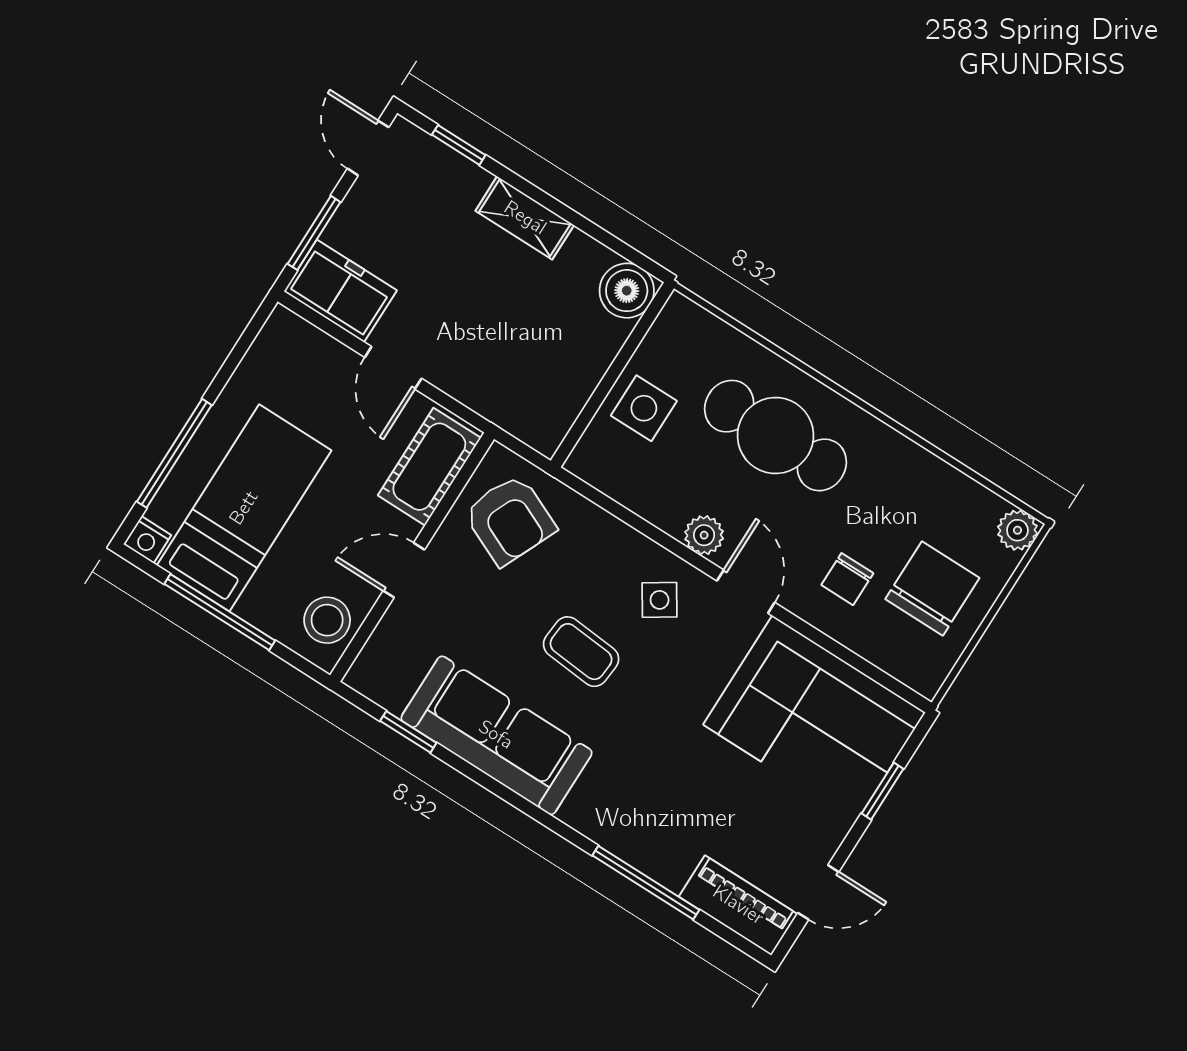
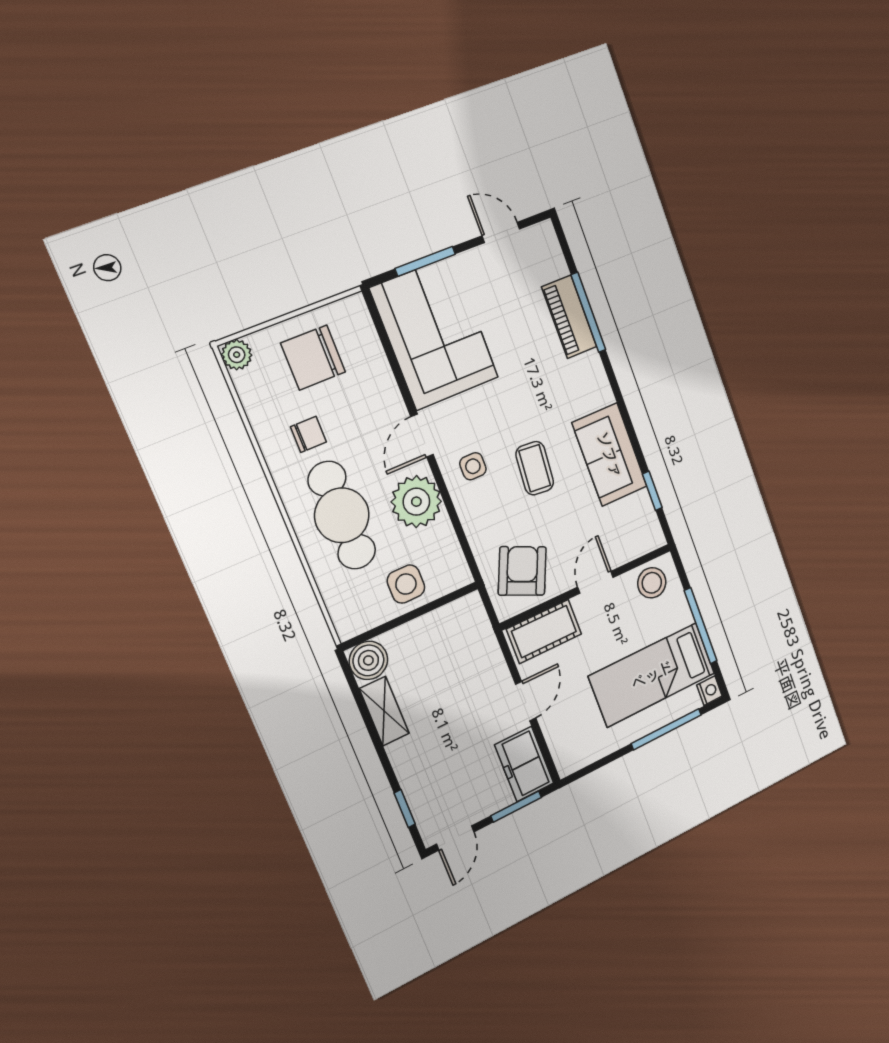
shelving: (525, 218) -> (384, 711), moved
plant: (704, 535) -> (416, 502), width x1.88, depth x1.88
door: (404, 570) -> (596, 582), swing flipped
chair: (847, 579) -> (308, 434), moved
side table: (660, 600) -> (473, 466), turned 33
sofa: (496, 735) -> (610, 455), width x0.73
window: (883, 791) -> (425, 261), width x1.50
piano: (738, 905) -> (569, 317), moved

